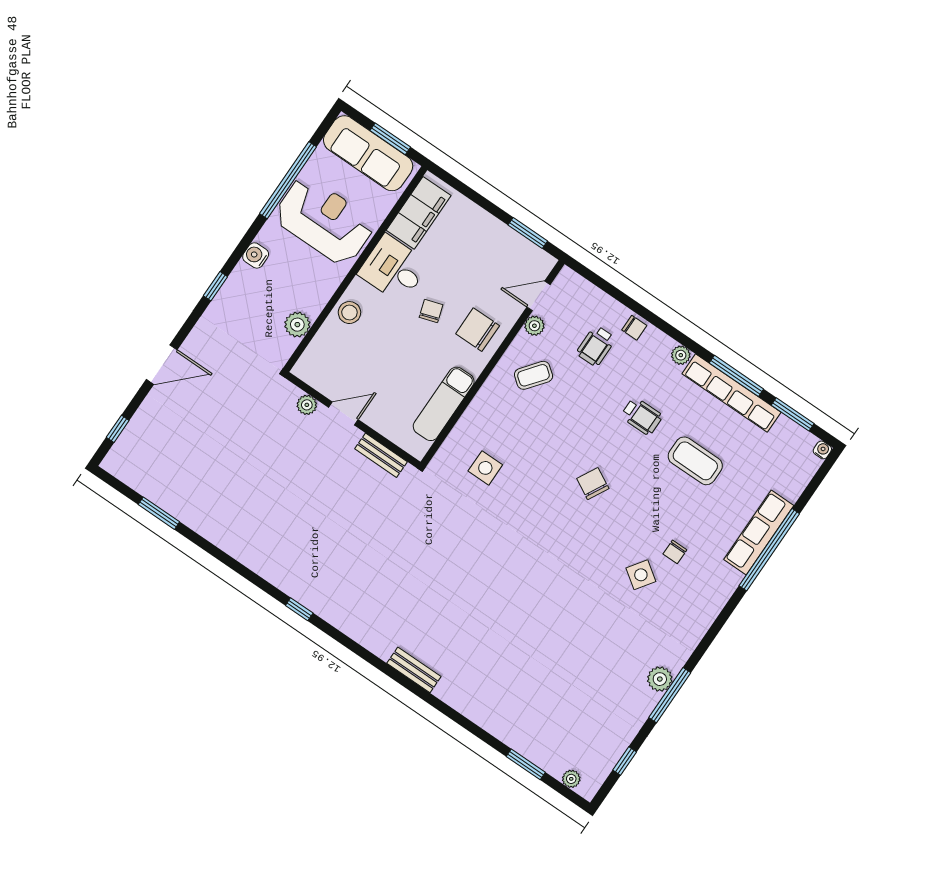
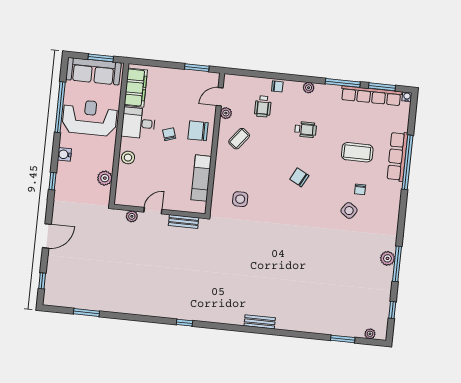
row of seats: (731, 393) -> (371, 96), moved
coffee table: (695, 461) -> (357, 152), moved

